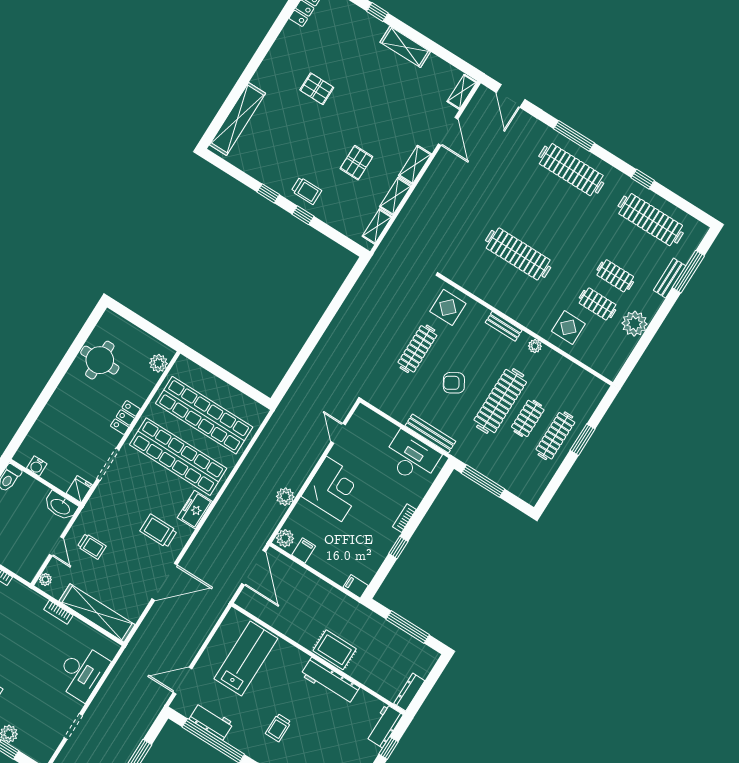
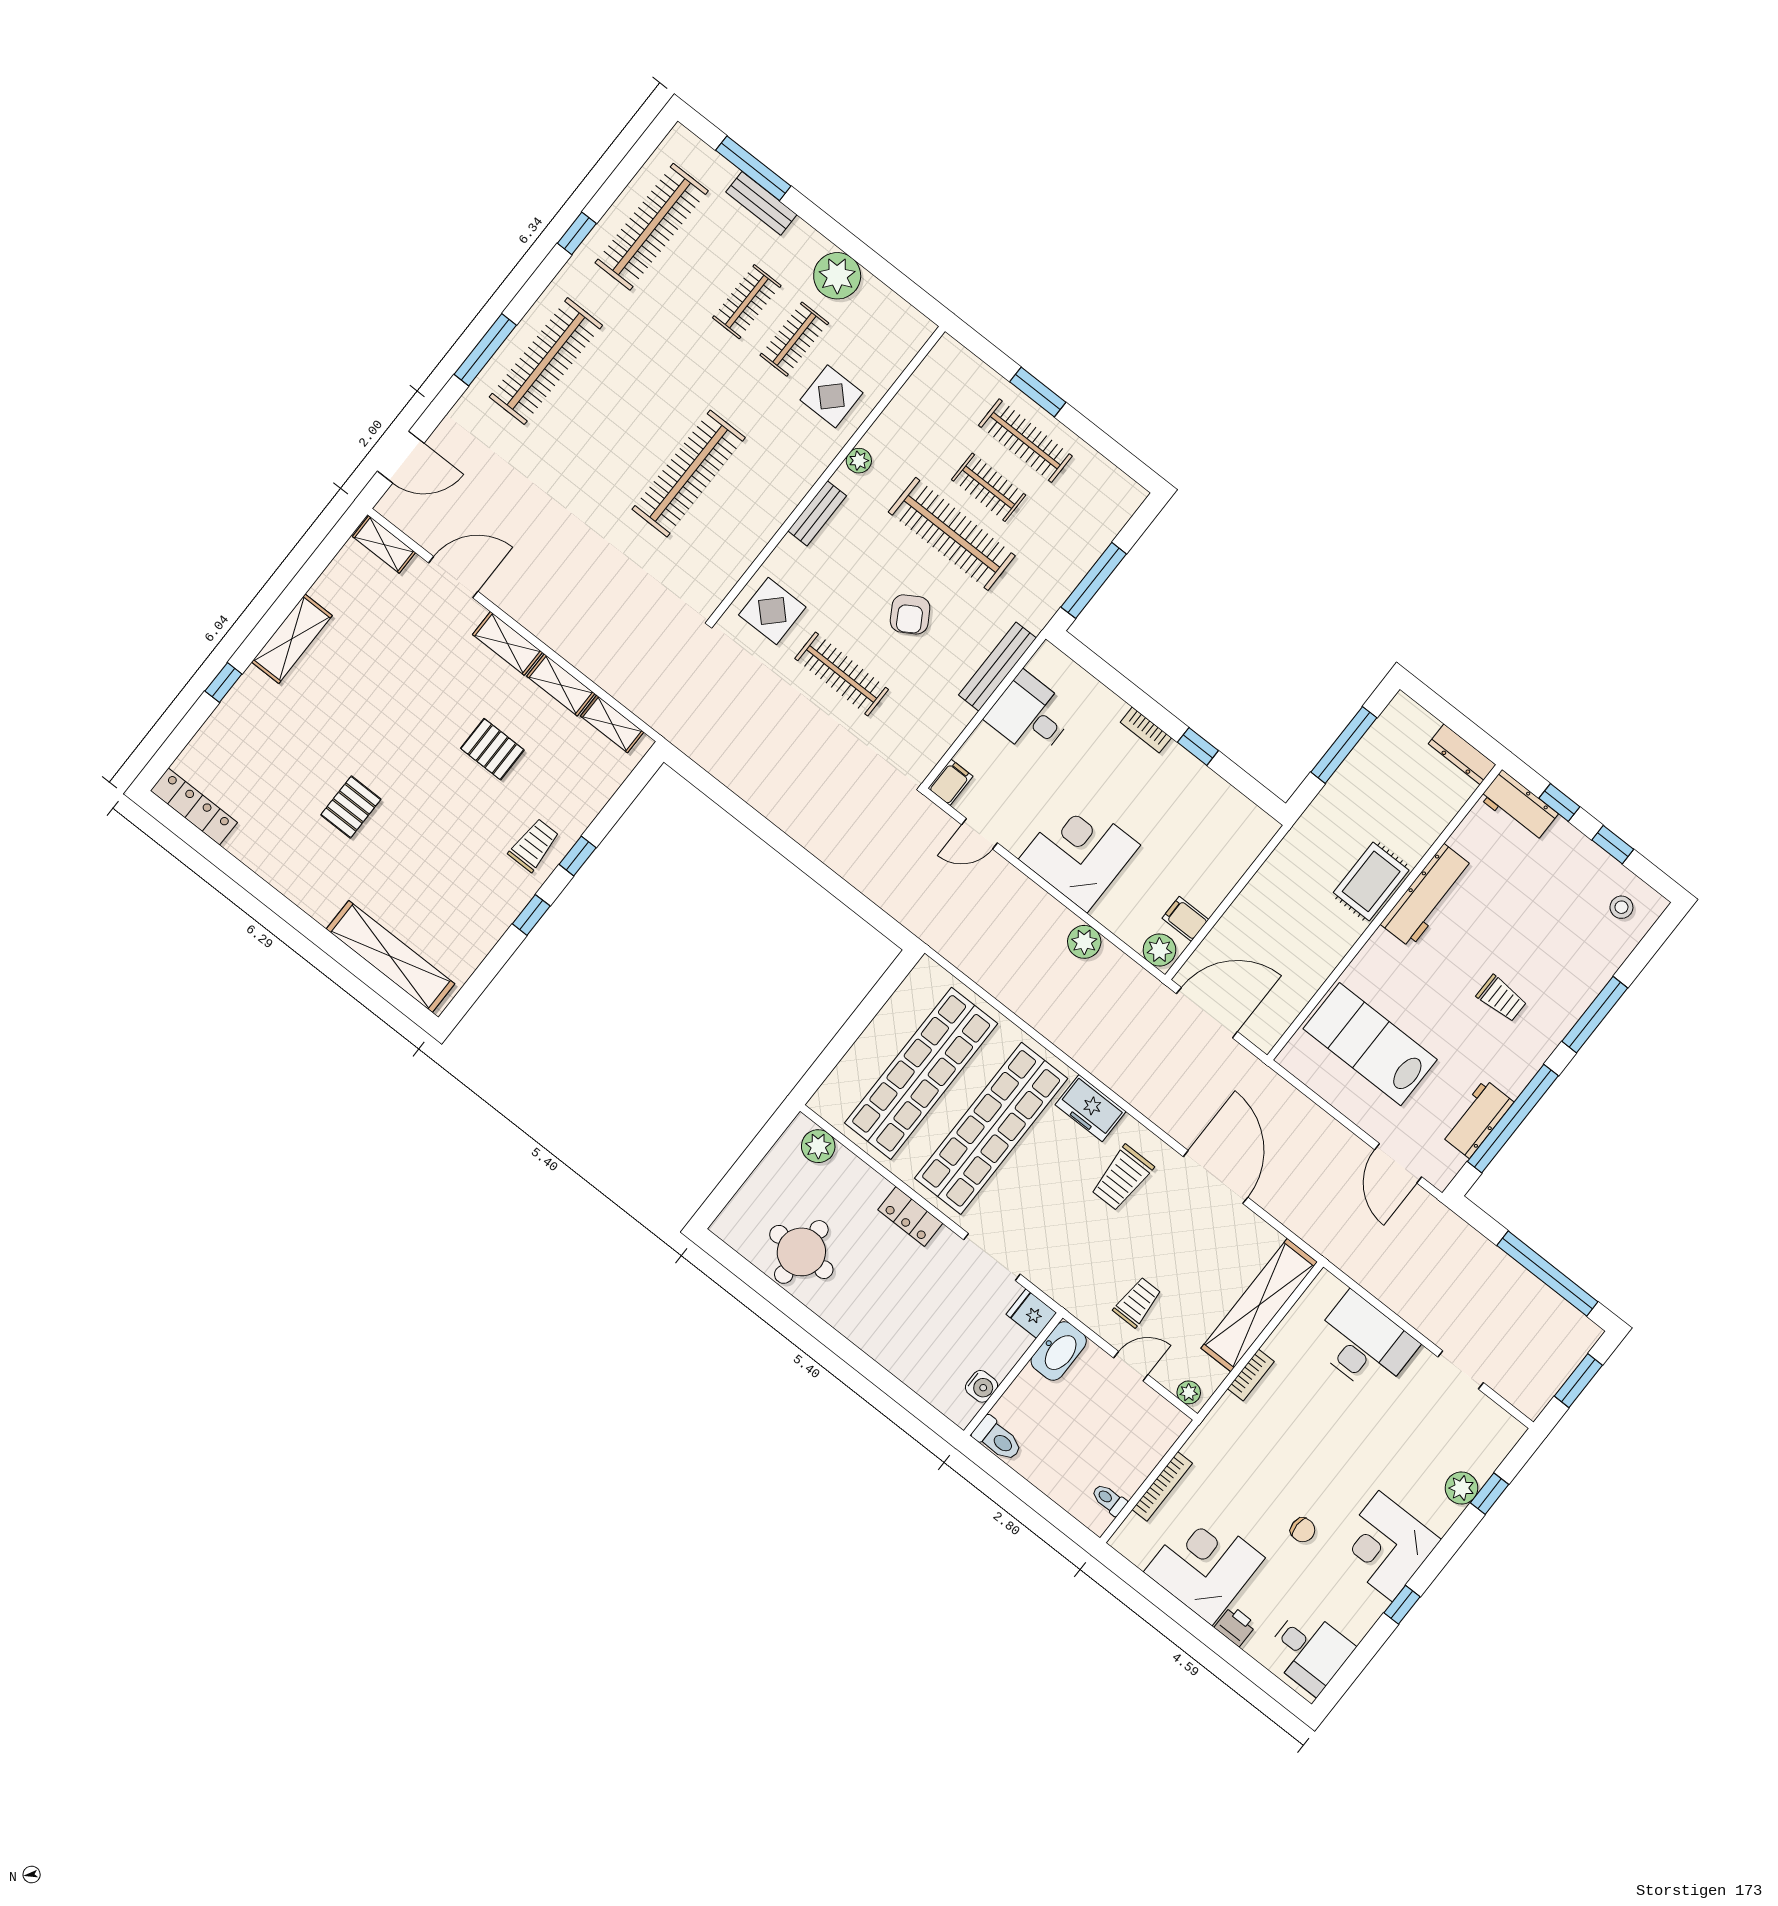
desk: (411, 458) -> (1030, 715), width x0.73
filing cabinet: (356, 586) -> (950, 782), moved, turned 180

